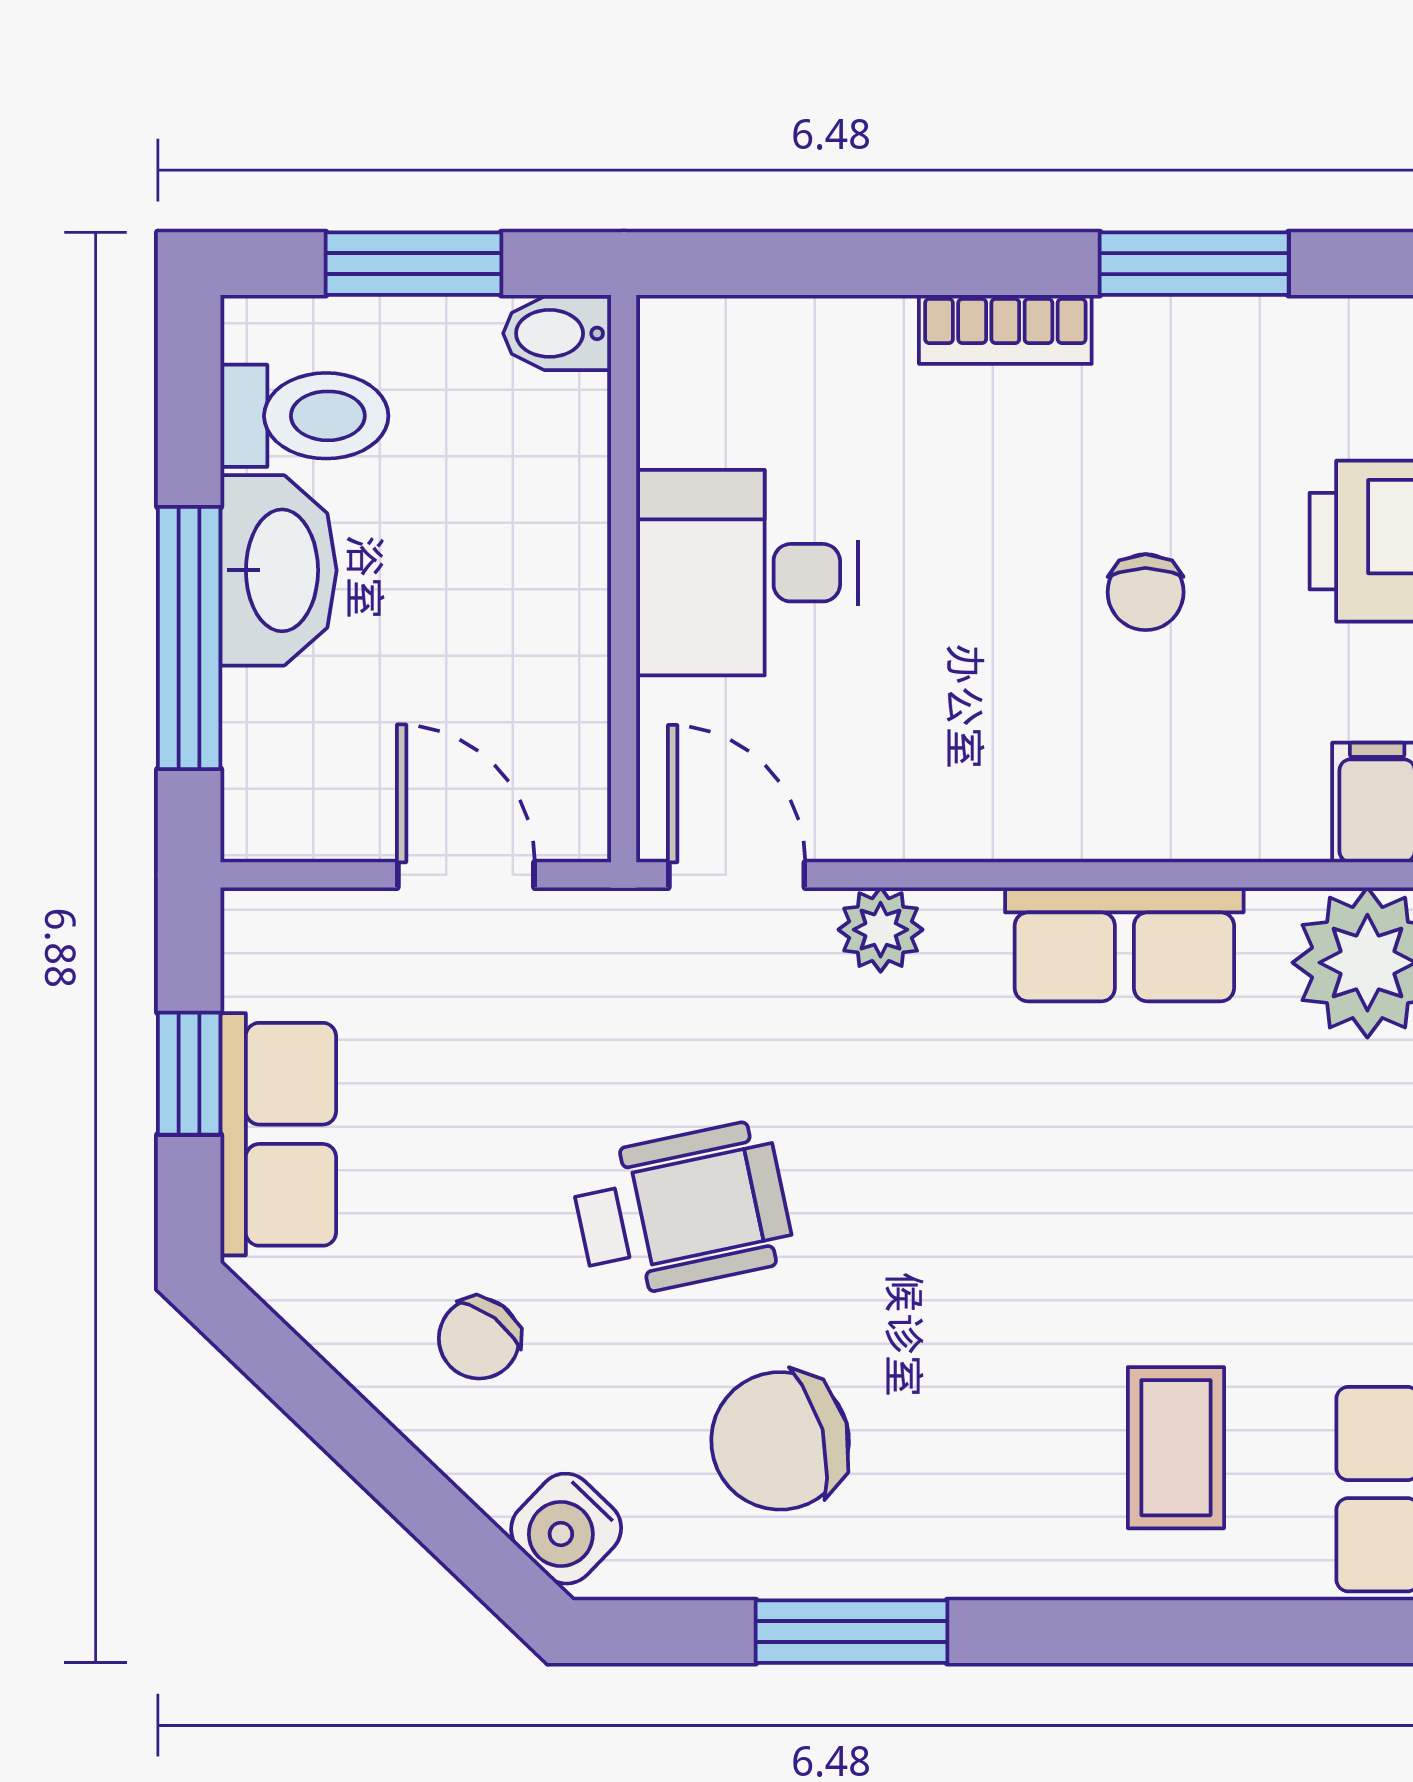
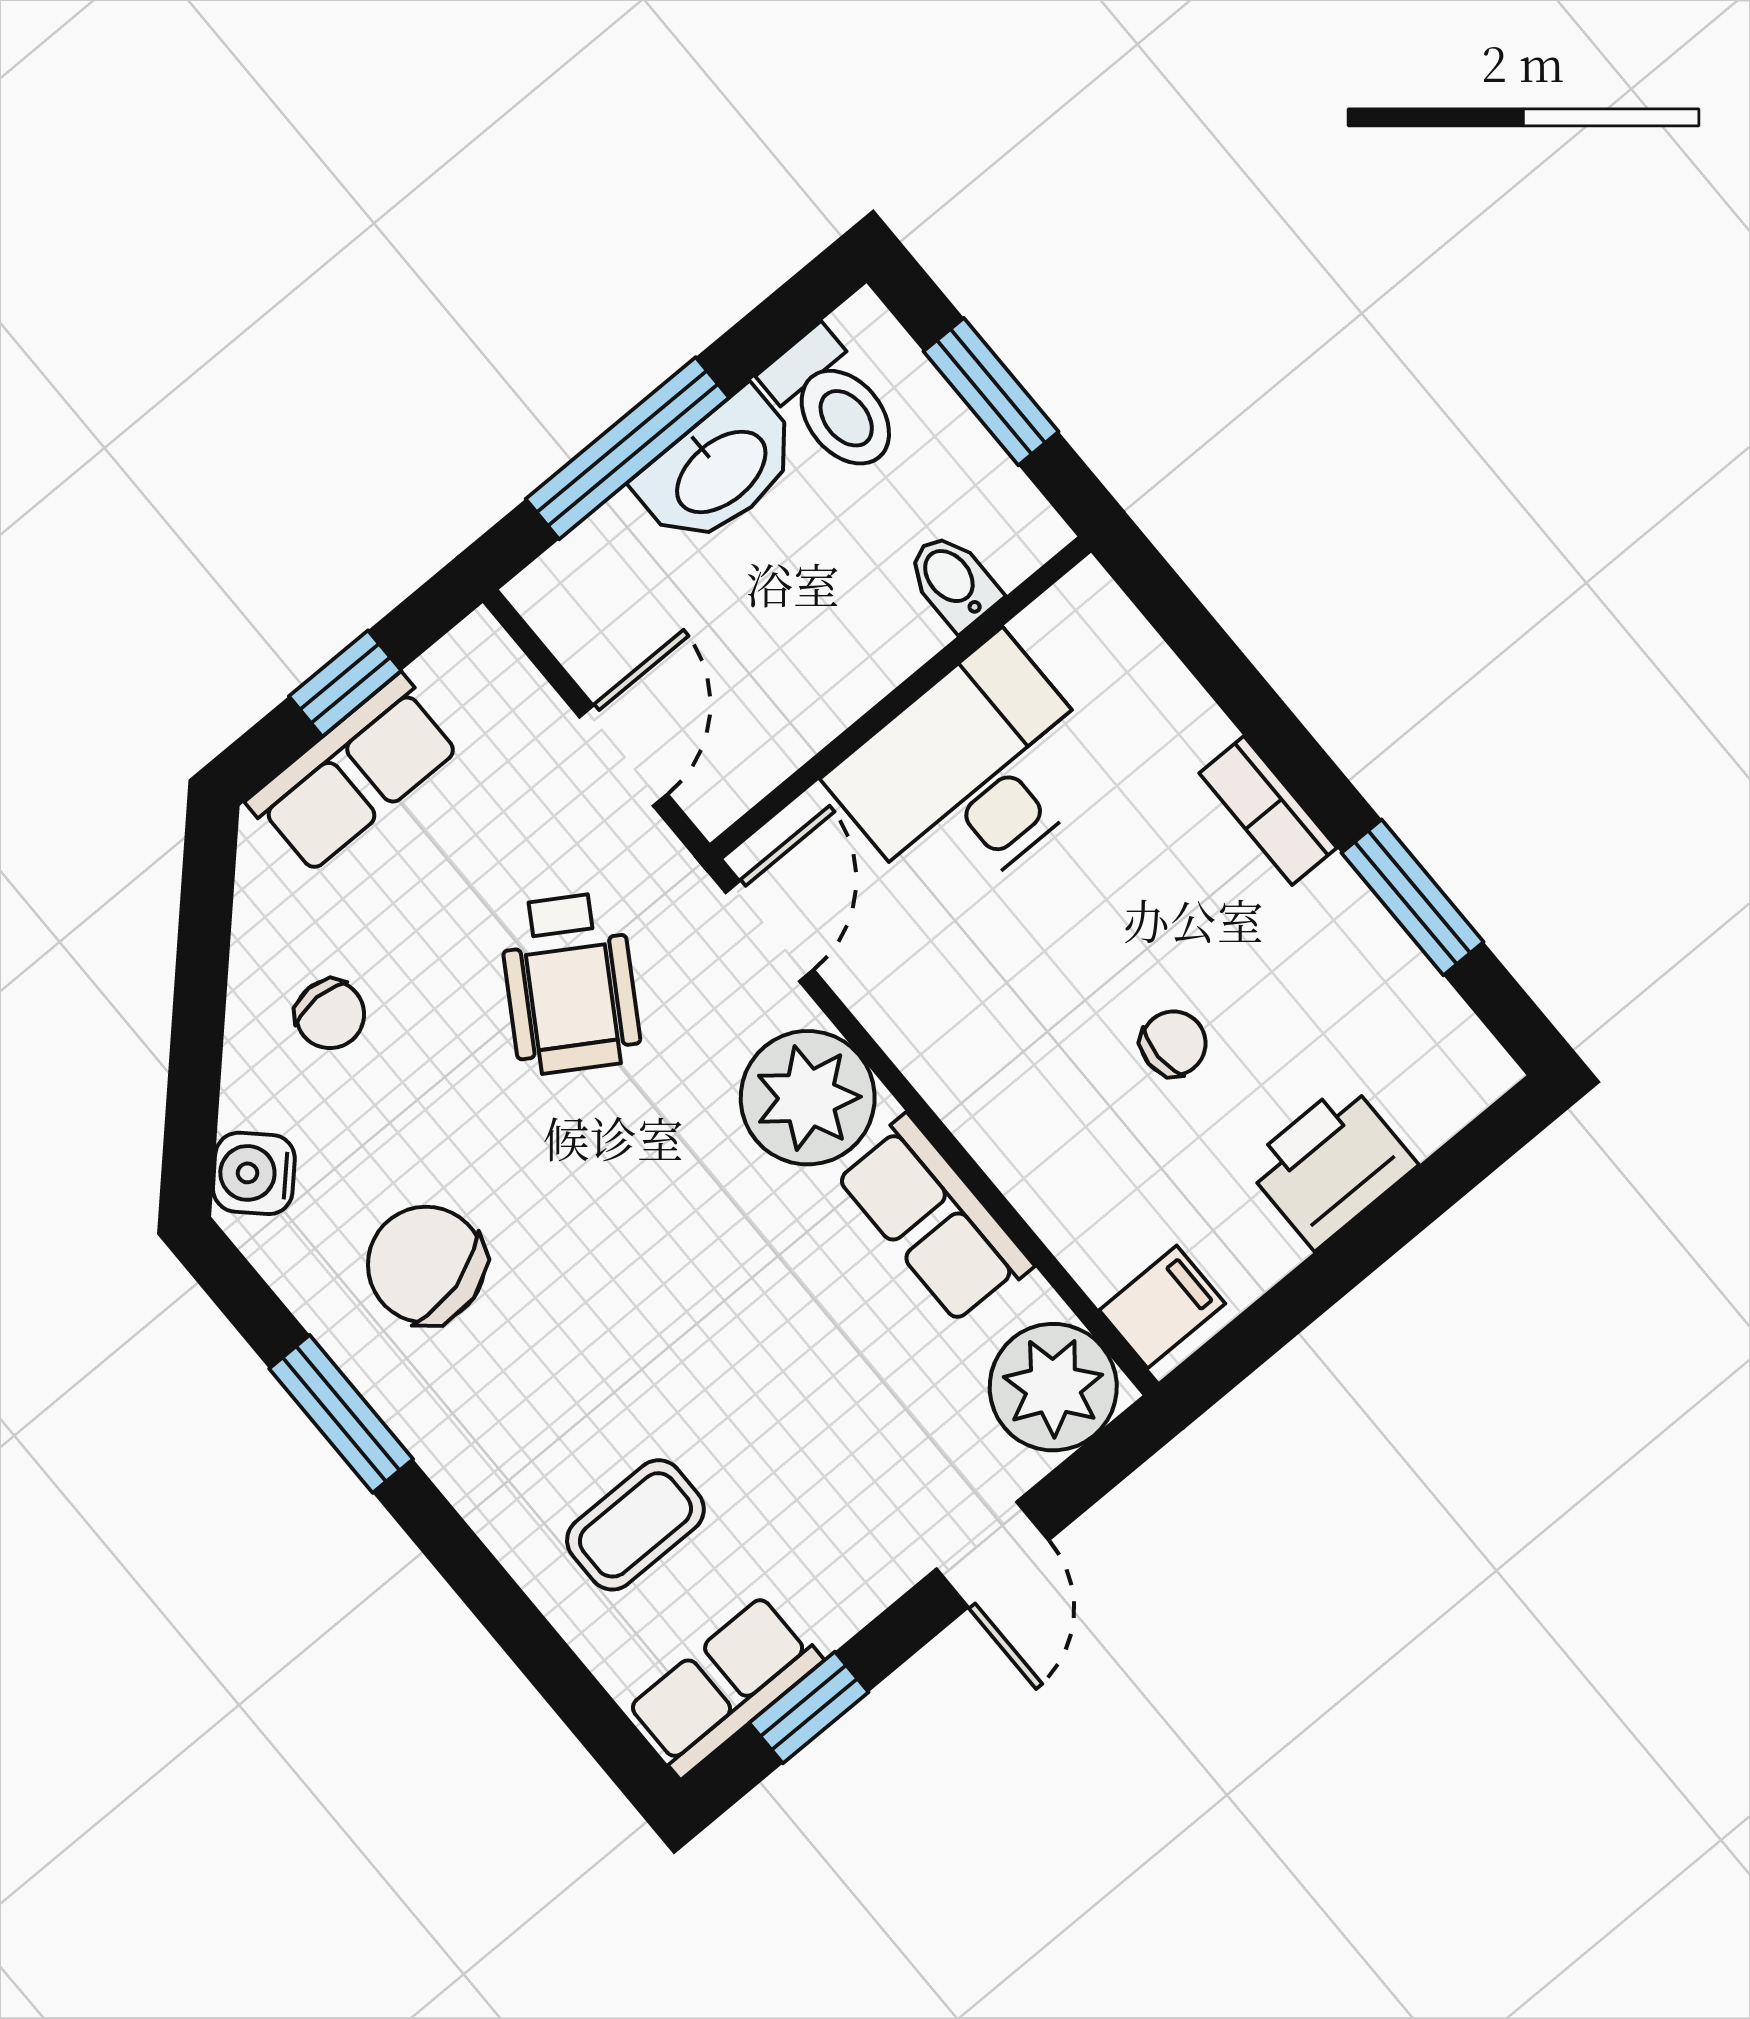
bidet: (557, 333) -> (953, 581), moved
desk: (747, 573) -> (971, 775), width x1.37
chair: (1146, 592) -> (1173, 1043), turned 180
plant: (881, 930) -> (808, 1098), width x1.88, depth x1.88
wheelchair: (682, 1210) -> (570, 983), moved, turned 44
chair: (479, 1338) -> (330, 1014), turned -127

